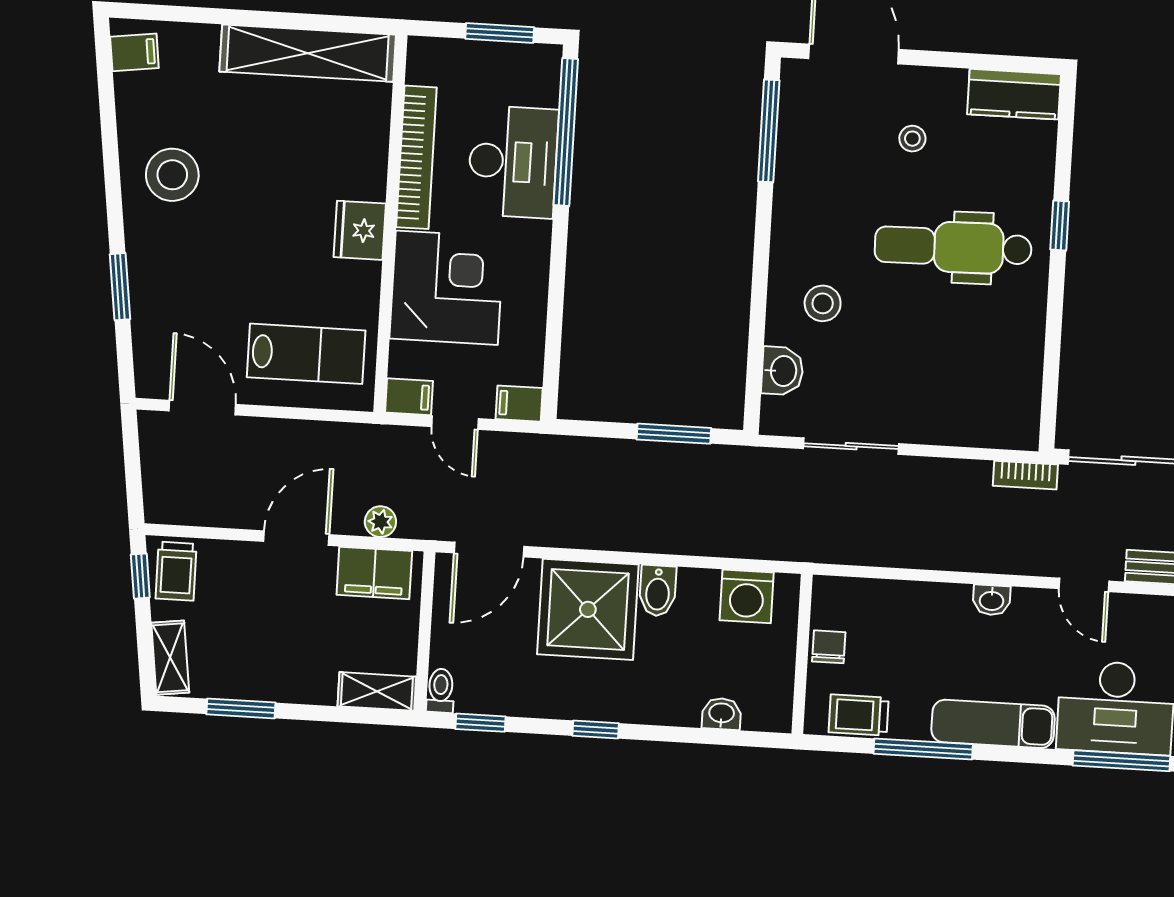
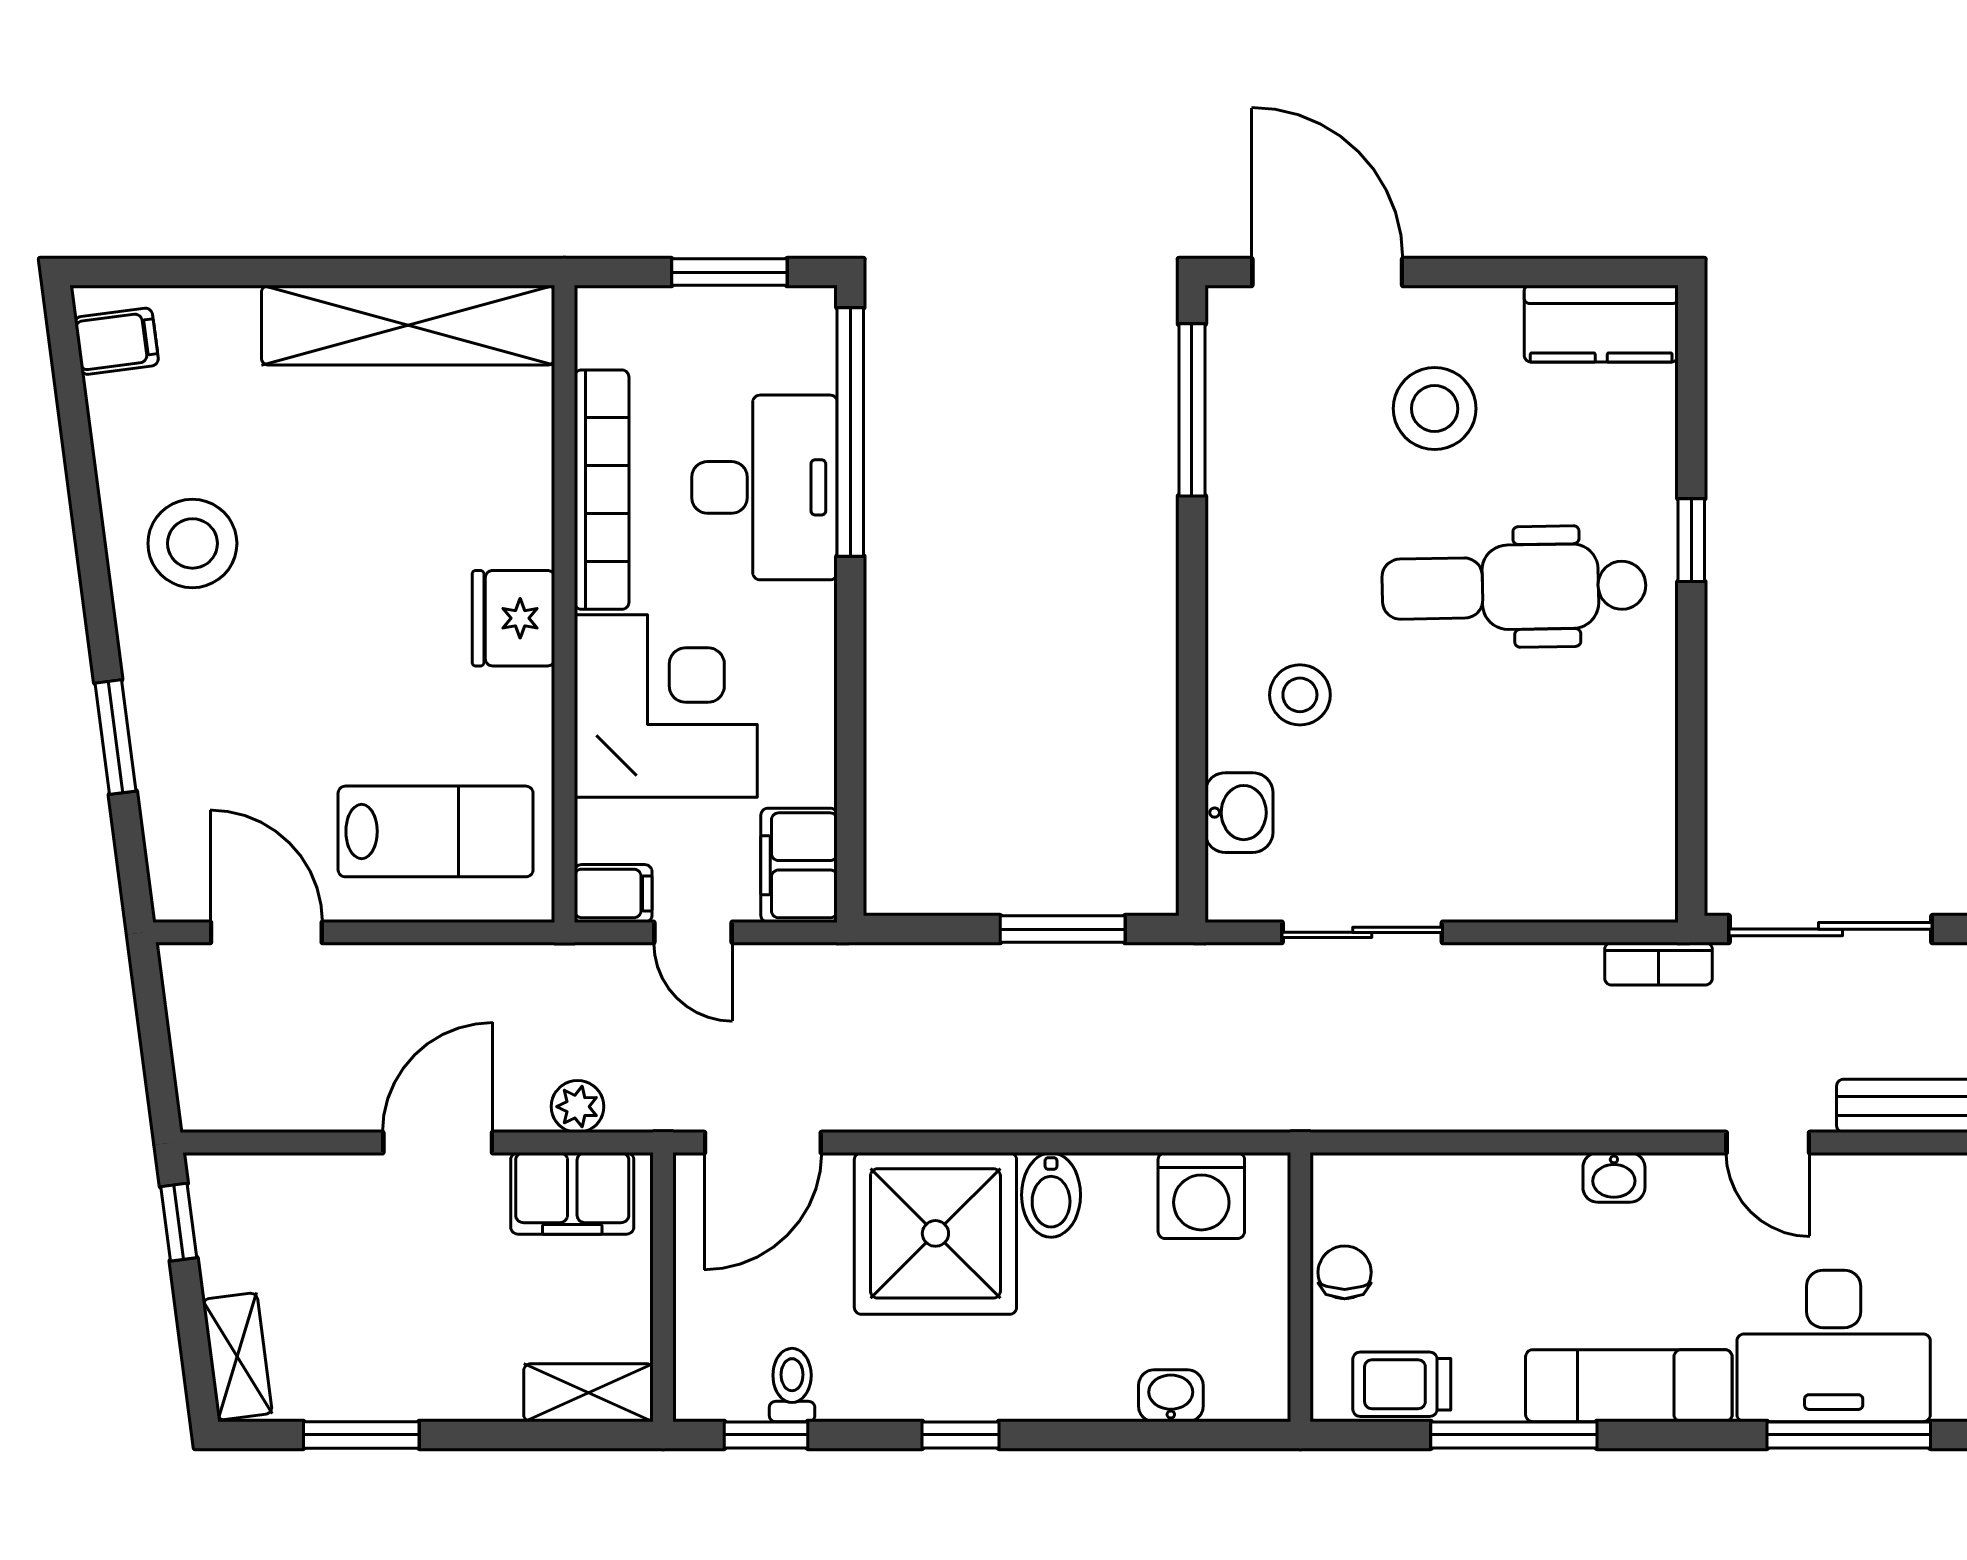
stool: (912, 139) -> (1435, 409), width x1.89, depth x1.89
filing cabinet: (519, 404) -> (799, 865), width x2.00
trolley: (176, 571) -> (239, 1210), removed
toilet: (441, 691) -> (792, 1385), moved

